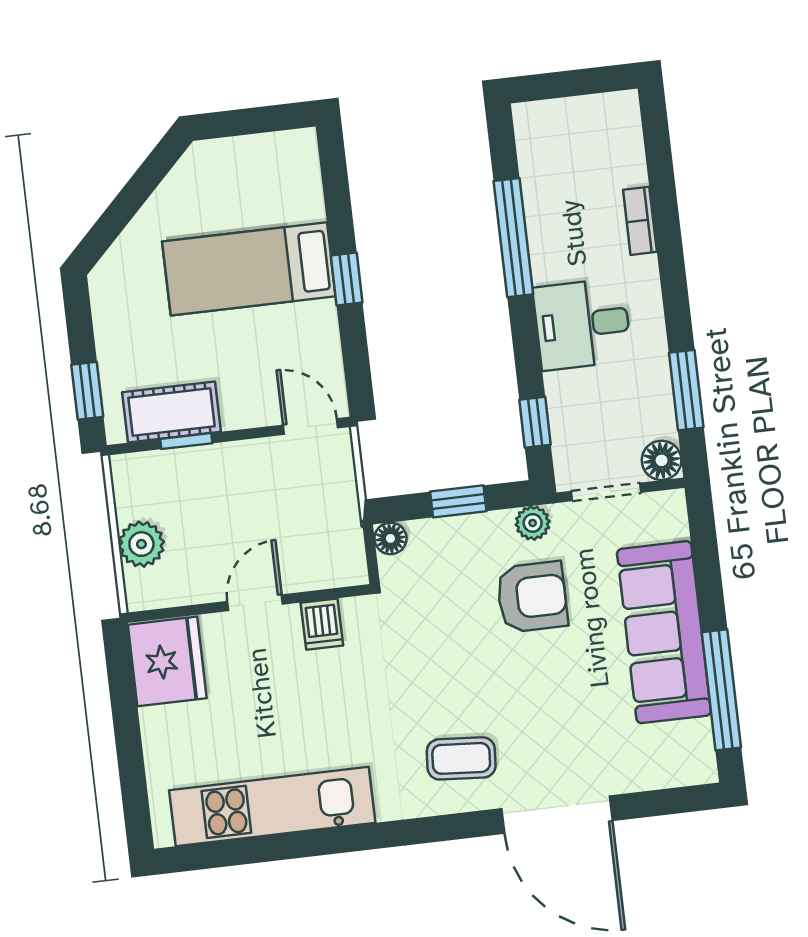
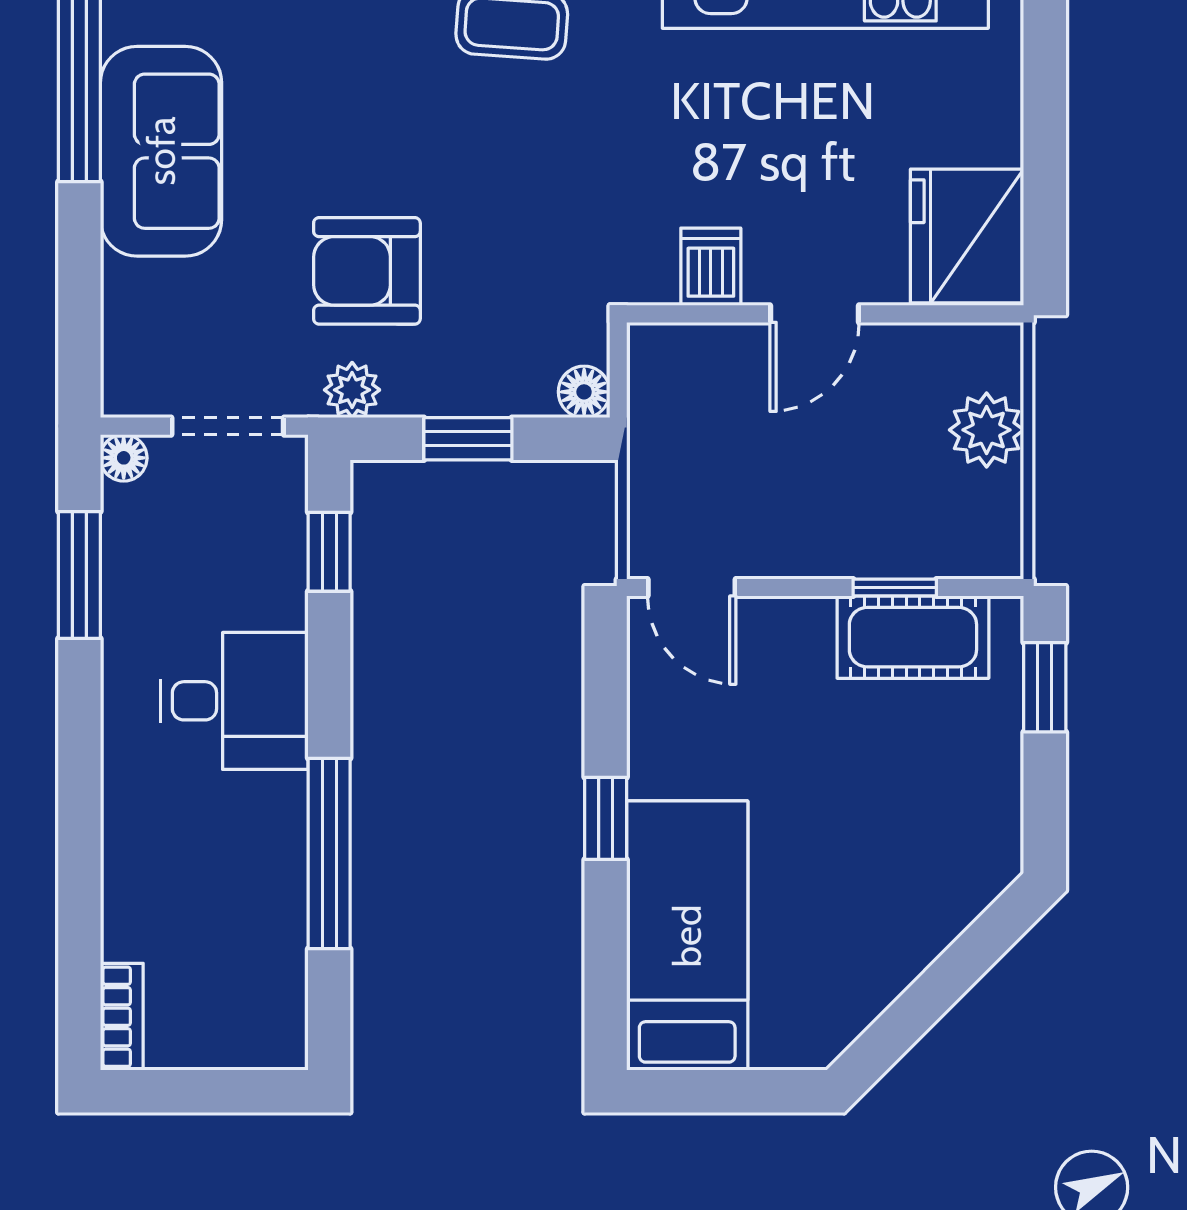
bookcase: (640, 221) -> (122, 1017), moved
bed: (249, 269) -> (687, 936), moved, turned -90
floor lamp: (662, 460) -> (124, 458), width x0.73, depth x0.73
sofa: (664, 632) -> (161, 151), width x0.73

